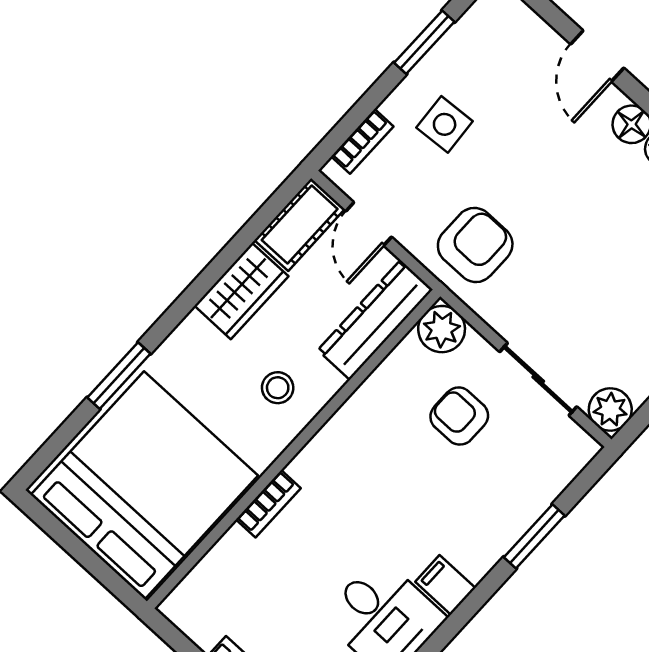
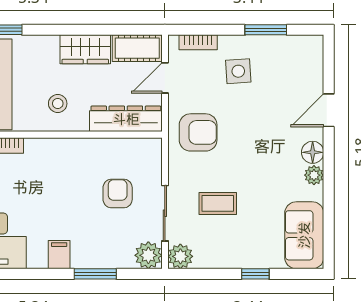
coffee table: (587, 302) -> (218, 203), added
plant: (442, 329) -> (148, 255), moved
filing cabinet: (445, 585) -> (59, 255), moved

